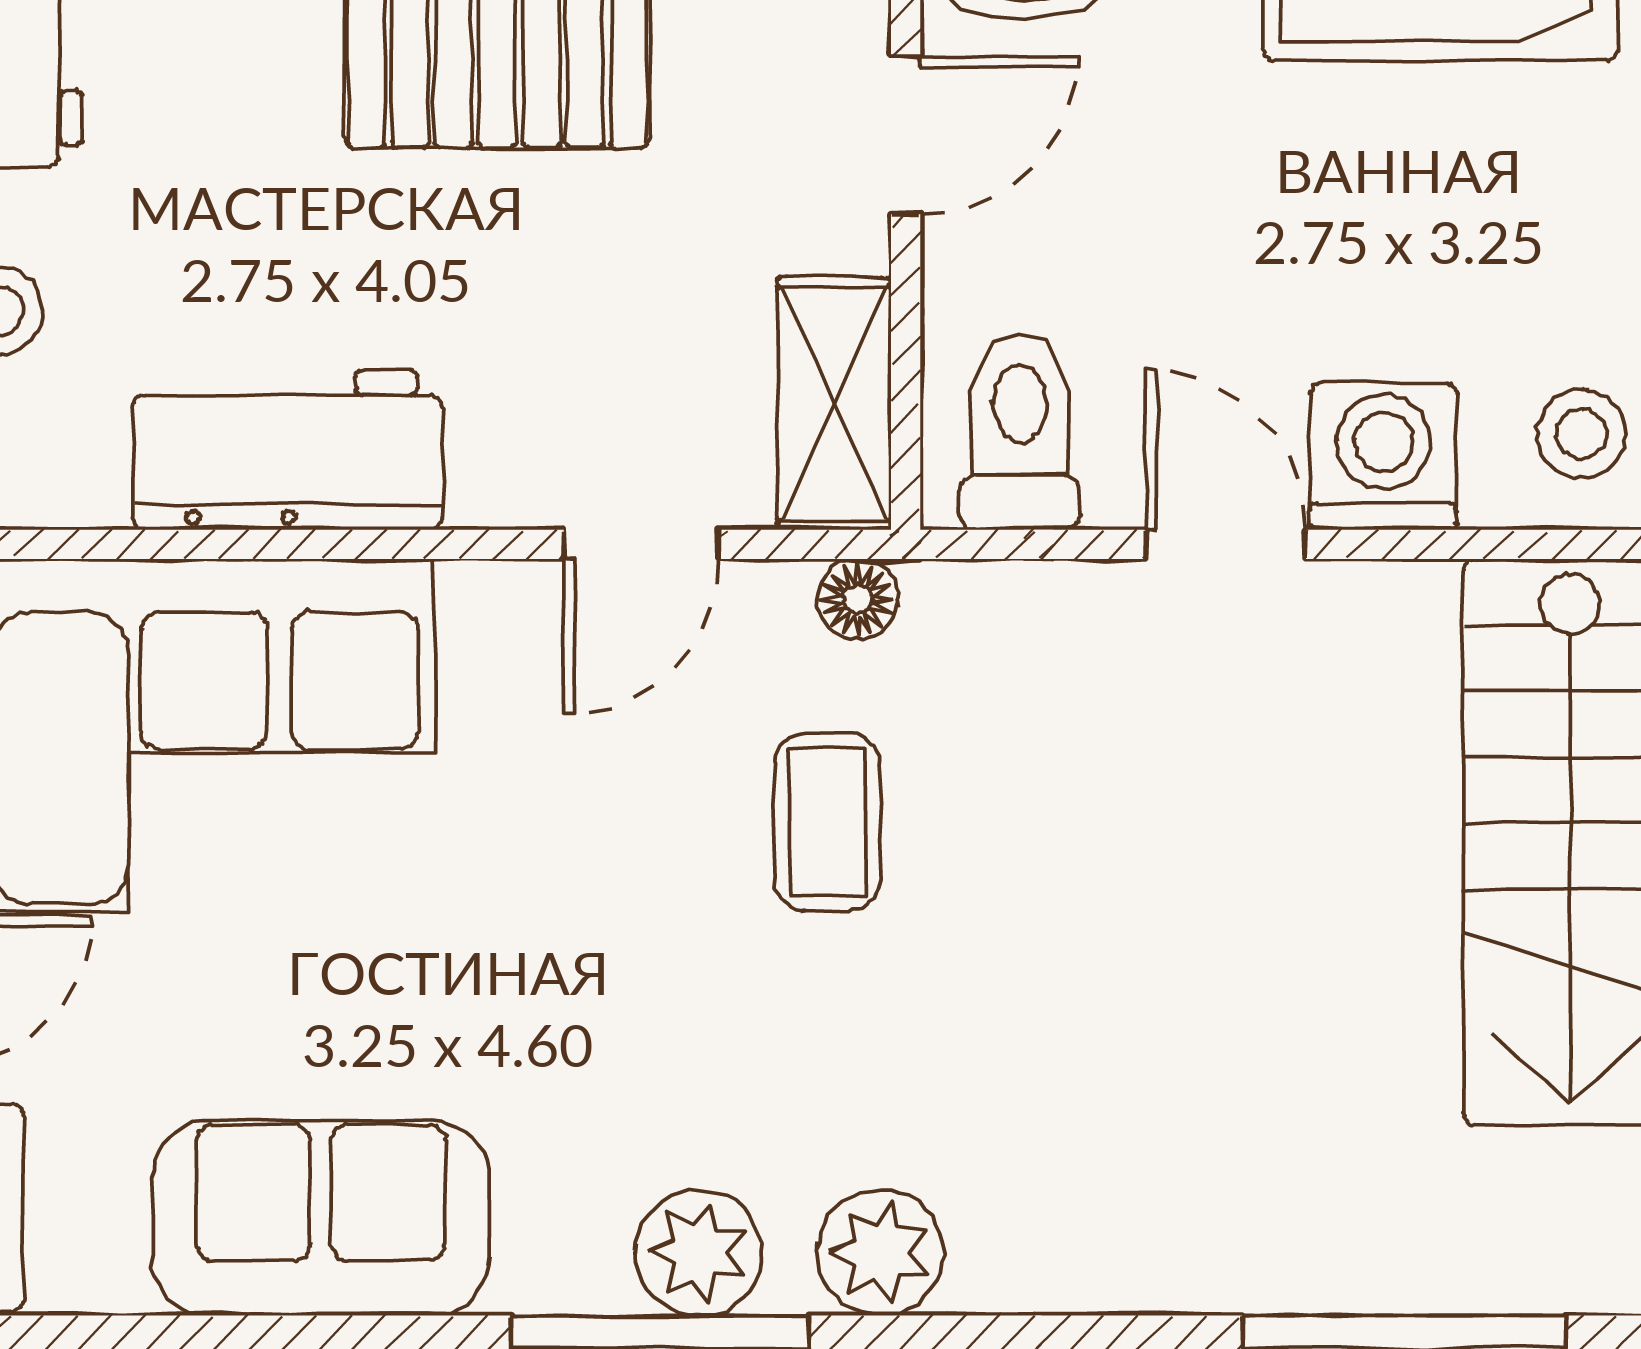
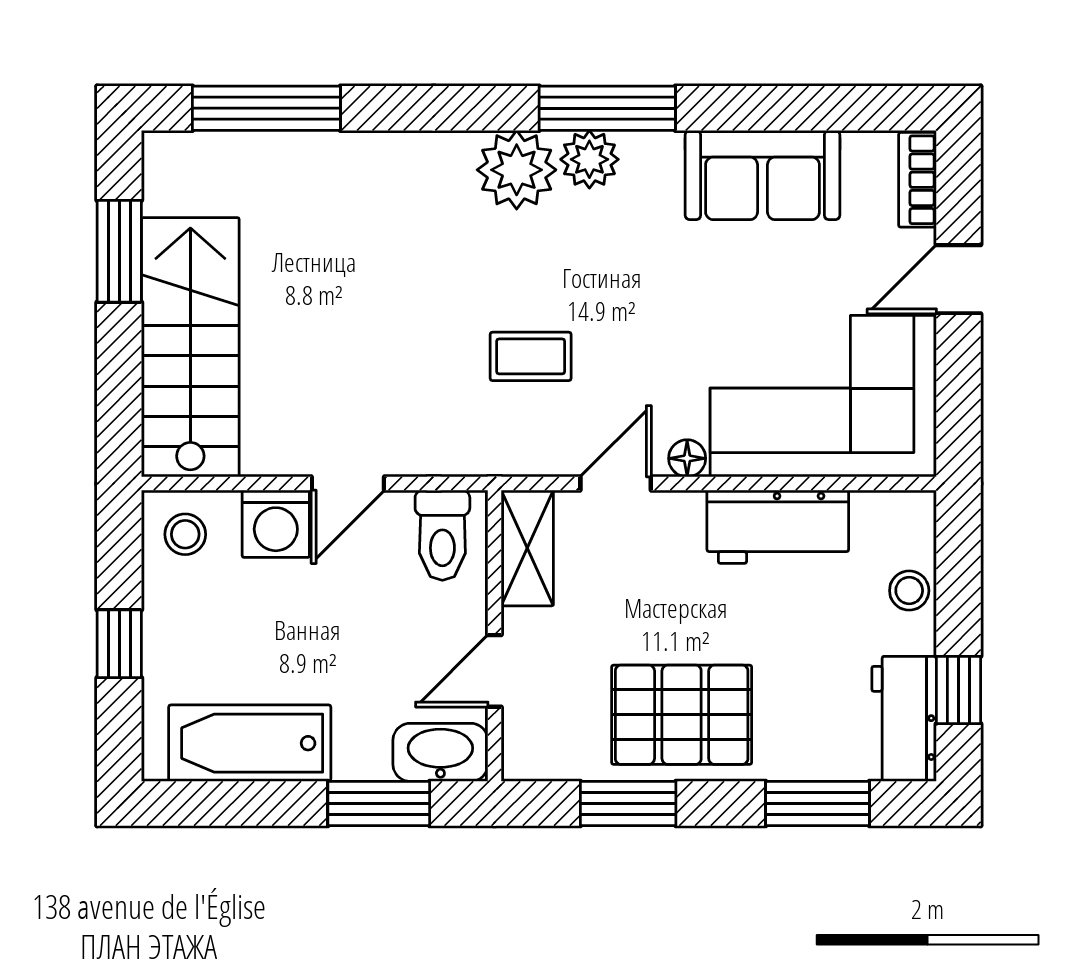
door: (1226, 544) -> (348, 484), hinge flipped
floor lamp: (857, 599) -> (687, 458), moved
coffee table: (827, 822) -> (531, 356), turned 90
plant: (881, 1252) -> (517, 170), width x1.36, depth x1.36

